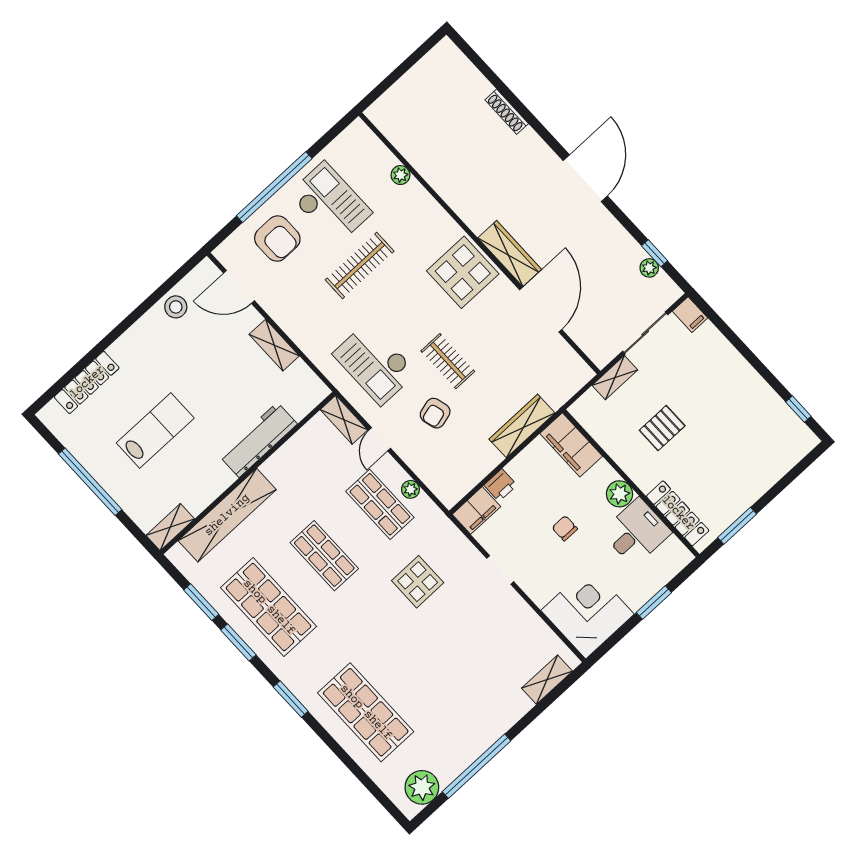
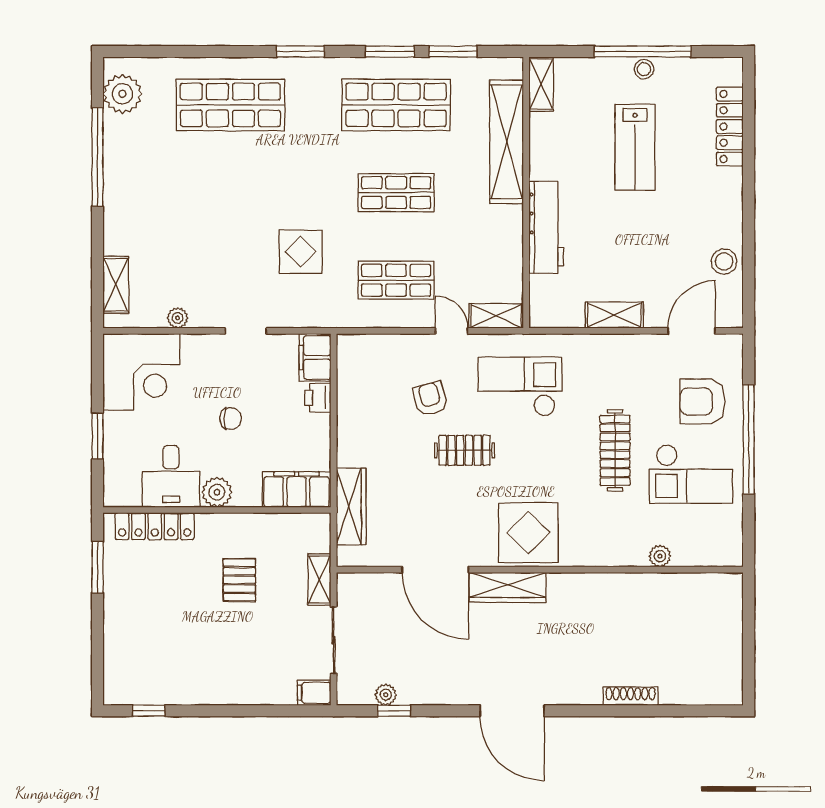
wardrobe: (522, 426) -> (351, 507), moved
stool: (101, 471) -> (644, 69), added
plant: (410, 489) -> (178, 318), moved

